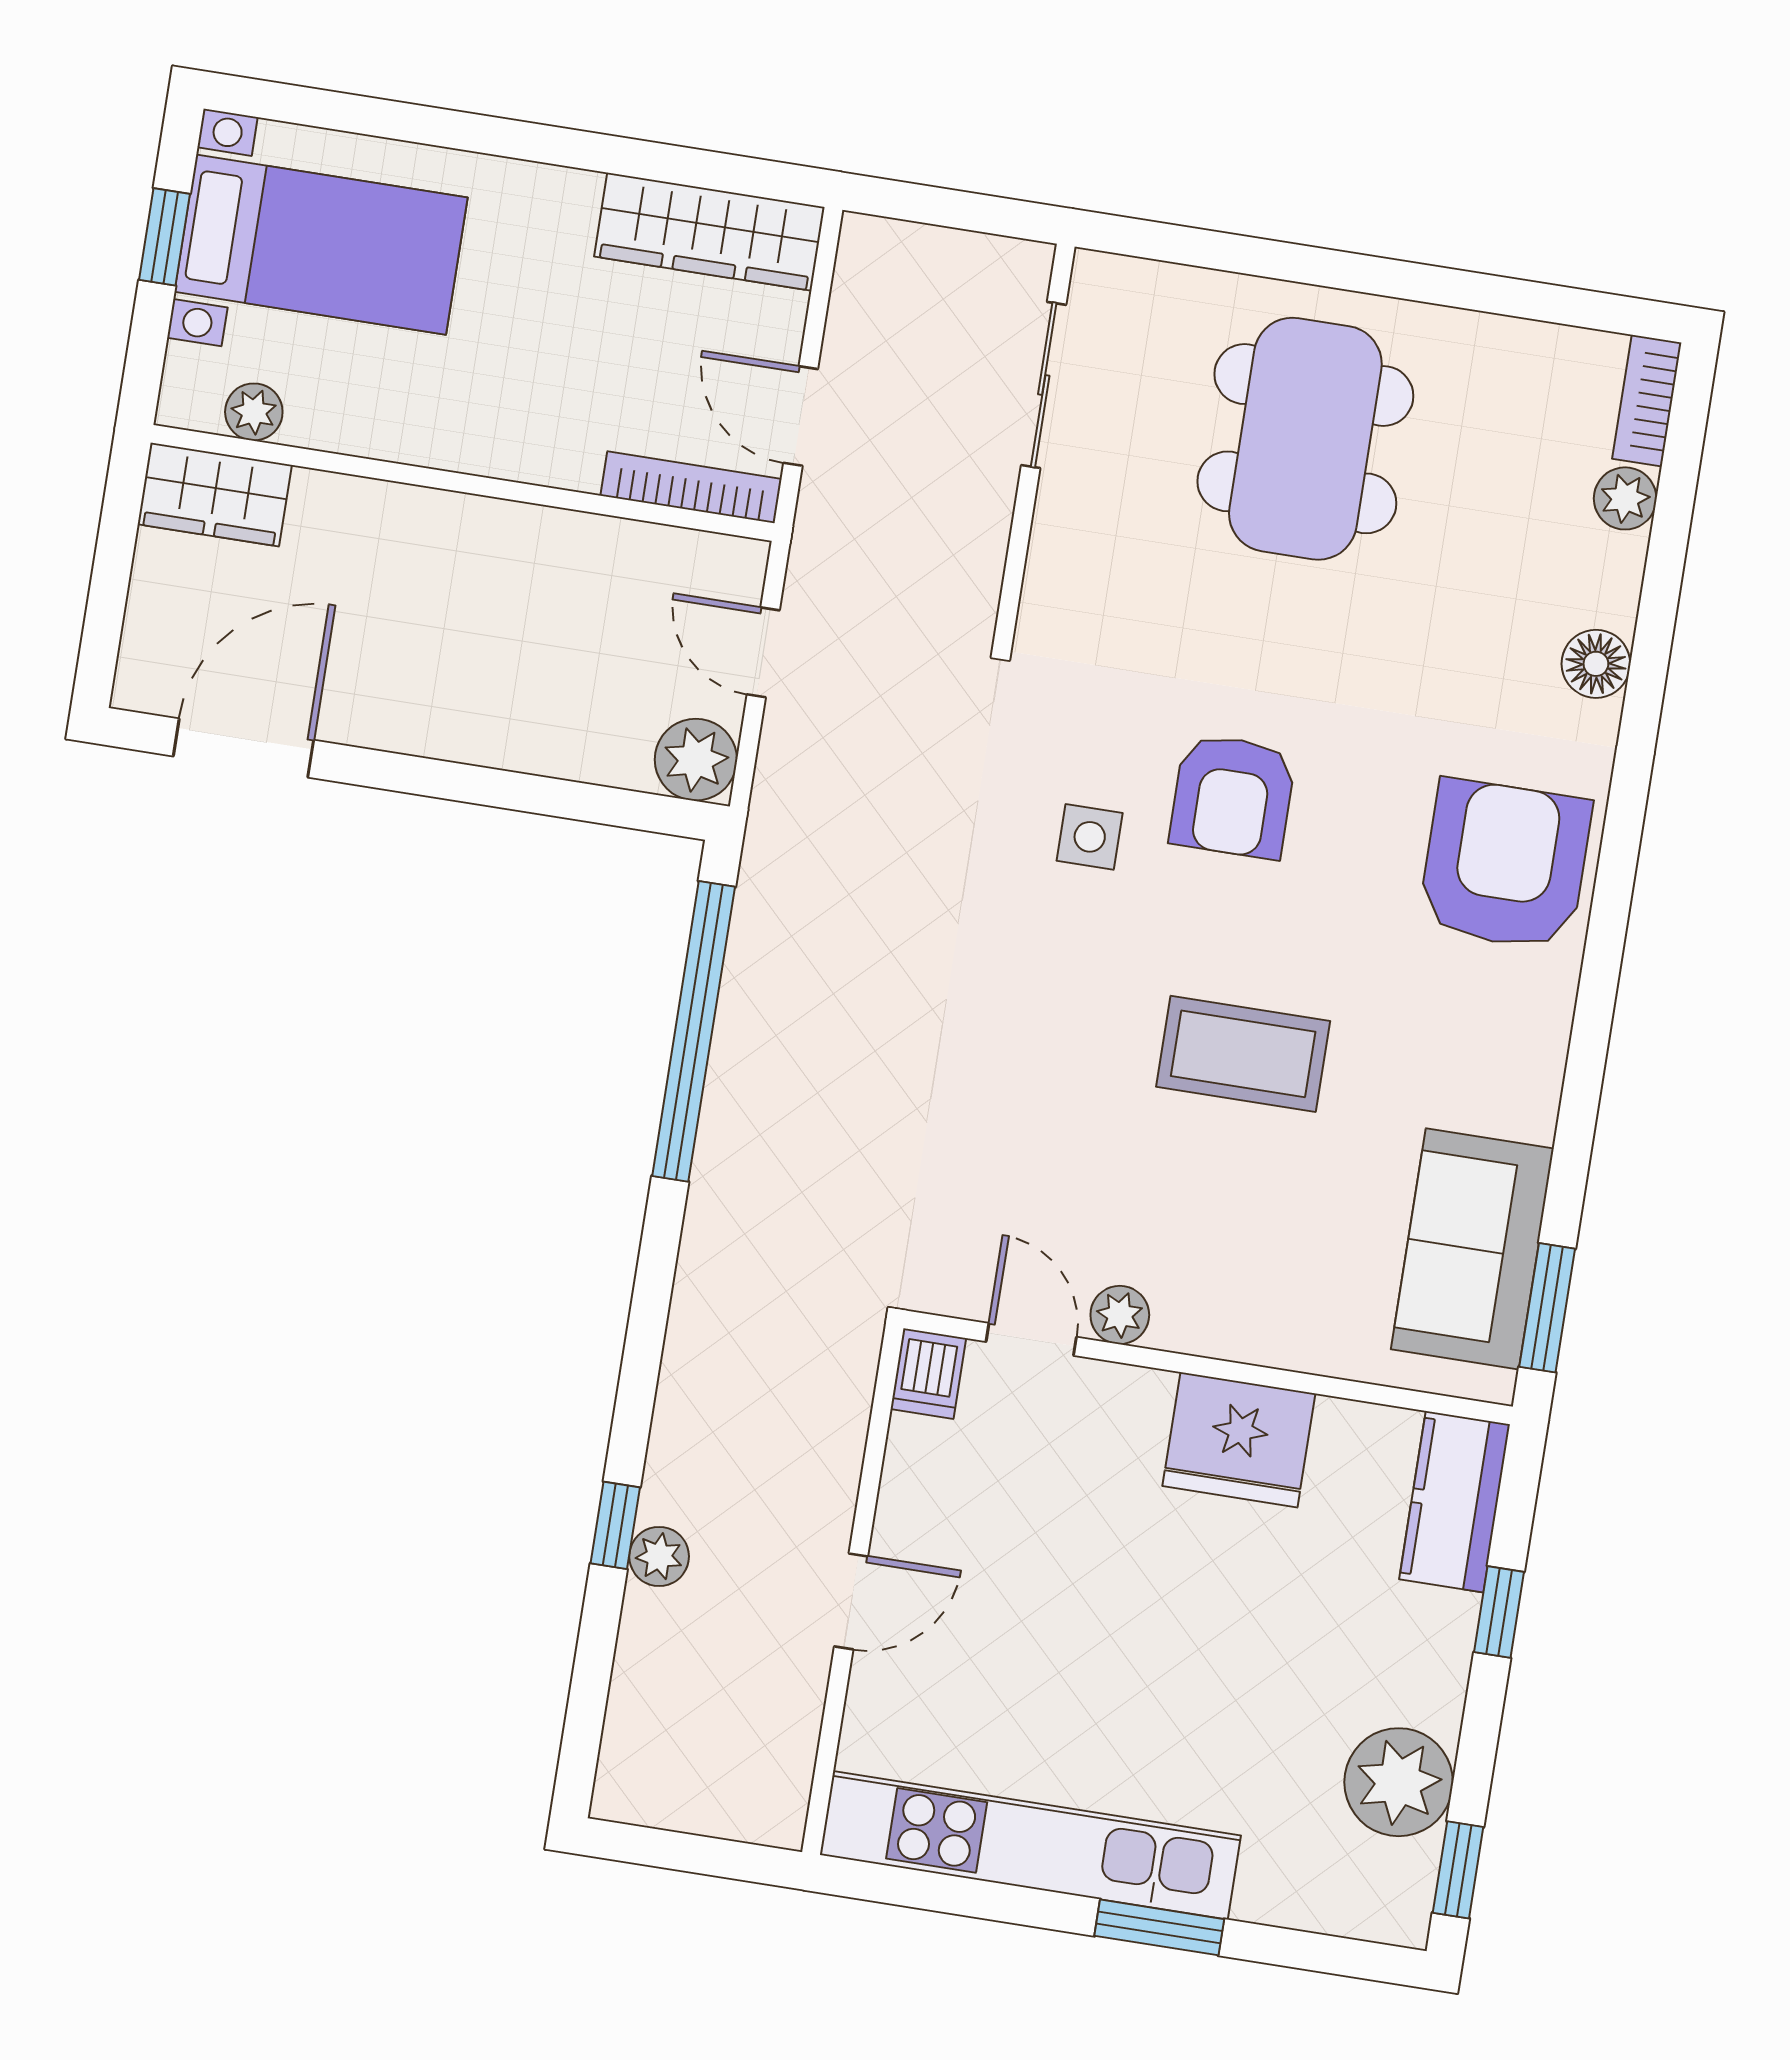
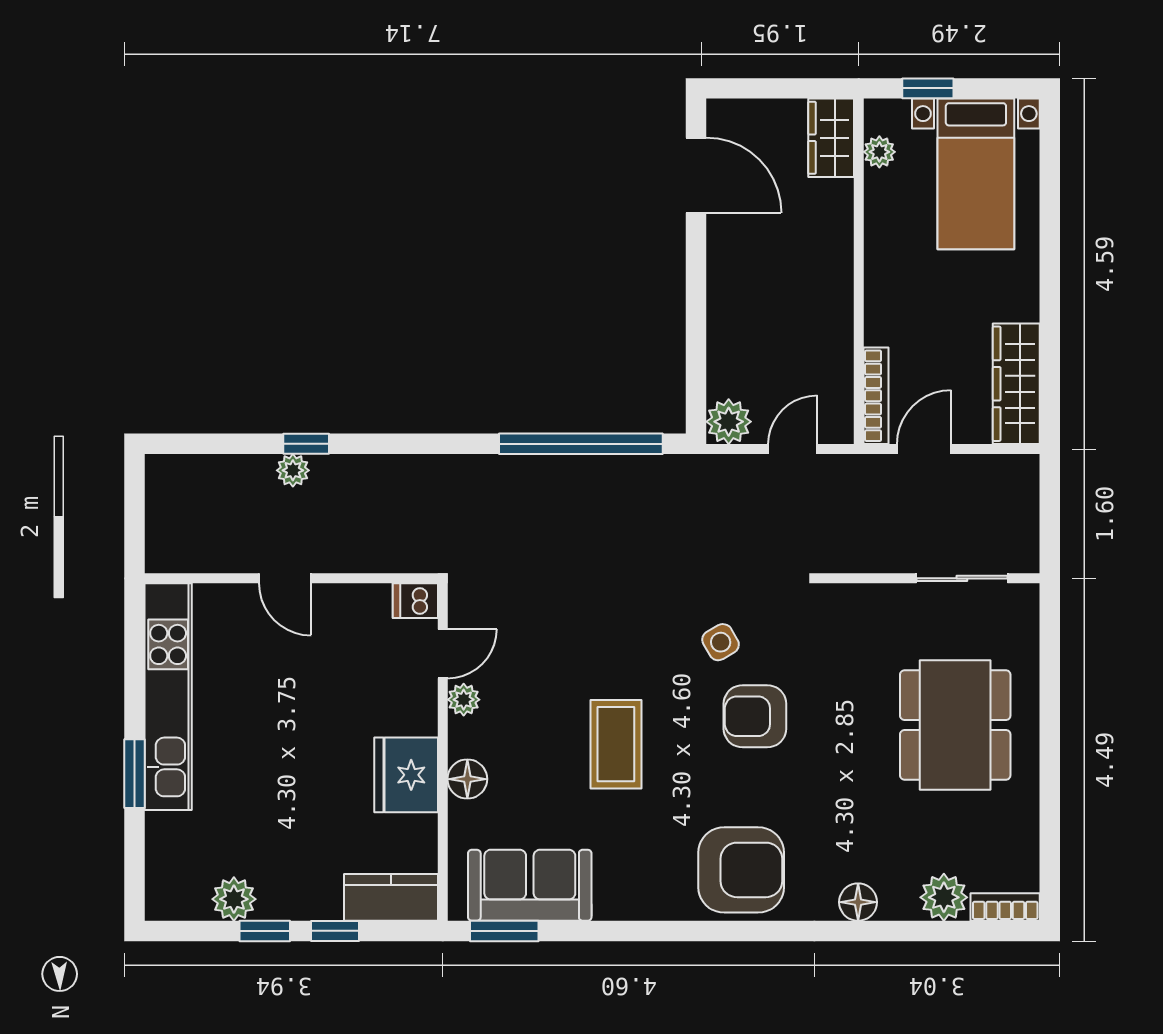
window: (165, 237) -> (928, 88), moved
dining table: (1305, 439) -> (955, 725), turned 90
plant: (1625, 498) -> (944, 897), width x1.38, depth x1.38
side table: (1090, 837) -> (721, 642), turned -30
floor lamp: (1264, 1331) -> (467, 779), added
plant: (1399, 1782) -> (234, 899), width x0.73, depth x0.73
window: (1458, 1870) -> (265, 931), moved

